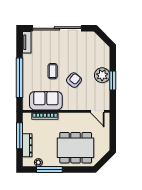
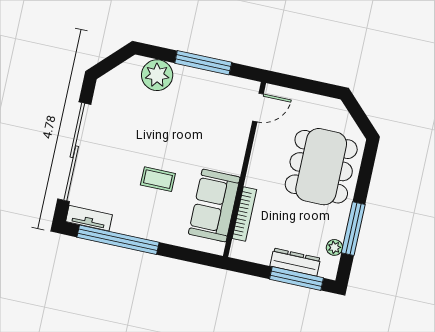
plant: (102, 75) -> (157, 75), moved
window: (20, 78) -> (118, 240), moved
armchair: (74, 80) -> (185, 140), removed
window: (113, 81) -> (203, 63), width x1.44
window: (20, 136) -> (296, 279), moved

